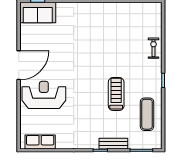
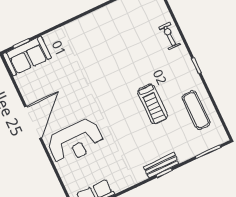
treadmill: (116, 94) -> (153, 104), turned 180
reception desk: (44, 95) -> (75, 142), turned 180
bench: (113, 144) -> (161, 165), moved

